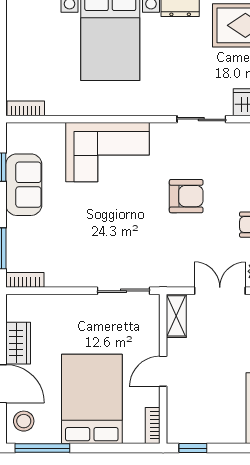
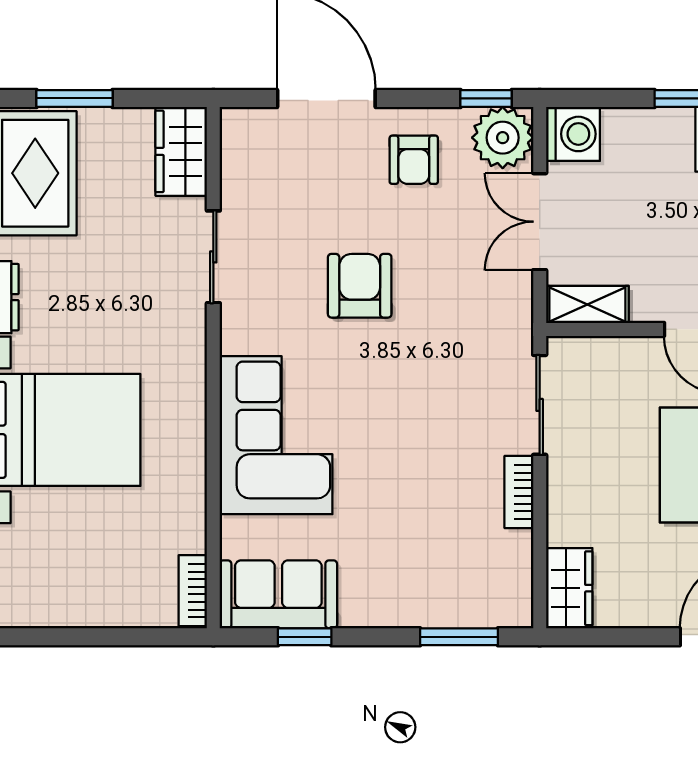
sofa: (24, 185) -> (278, 594), moved
bookcase: (25, 280) -> (519, 492), moved
wardrobe: (18, 343) -> (569, 588), moved, turned 90

